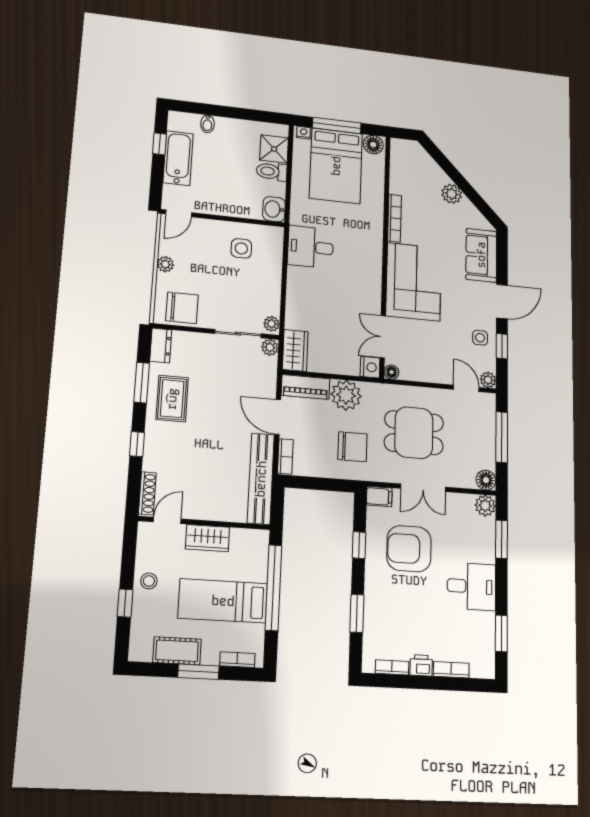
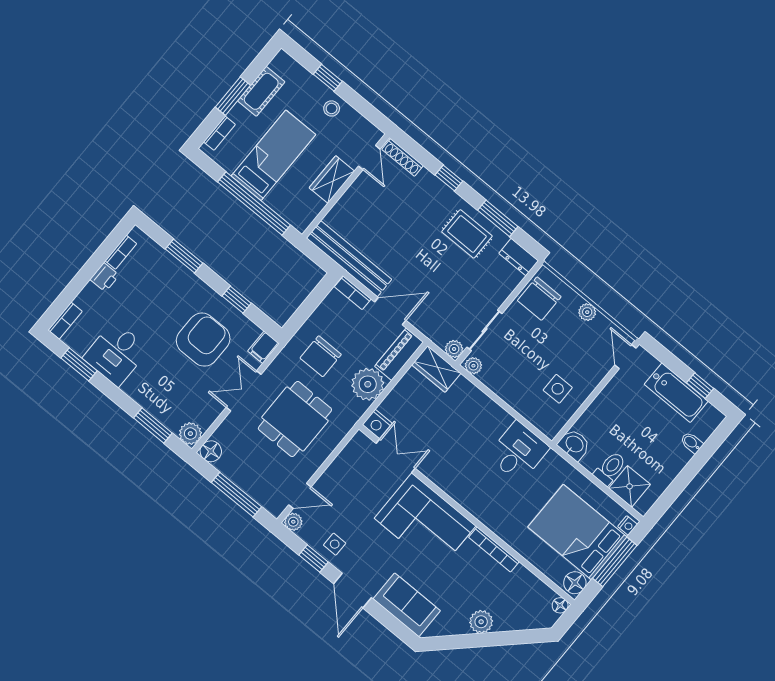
floor lamp: (392, 372) -> (560, 605), moved
desk: (471, 586) -> (116, 354), moved
bookcase: (451, 670) -> (65, 321), moved

